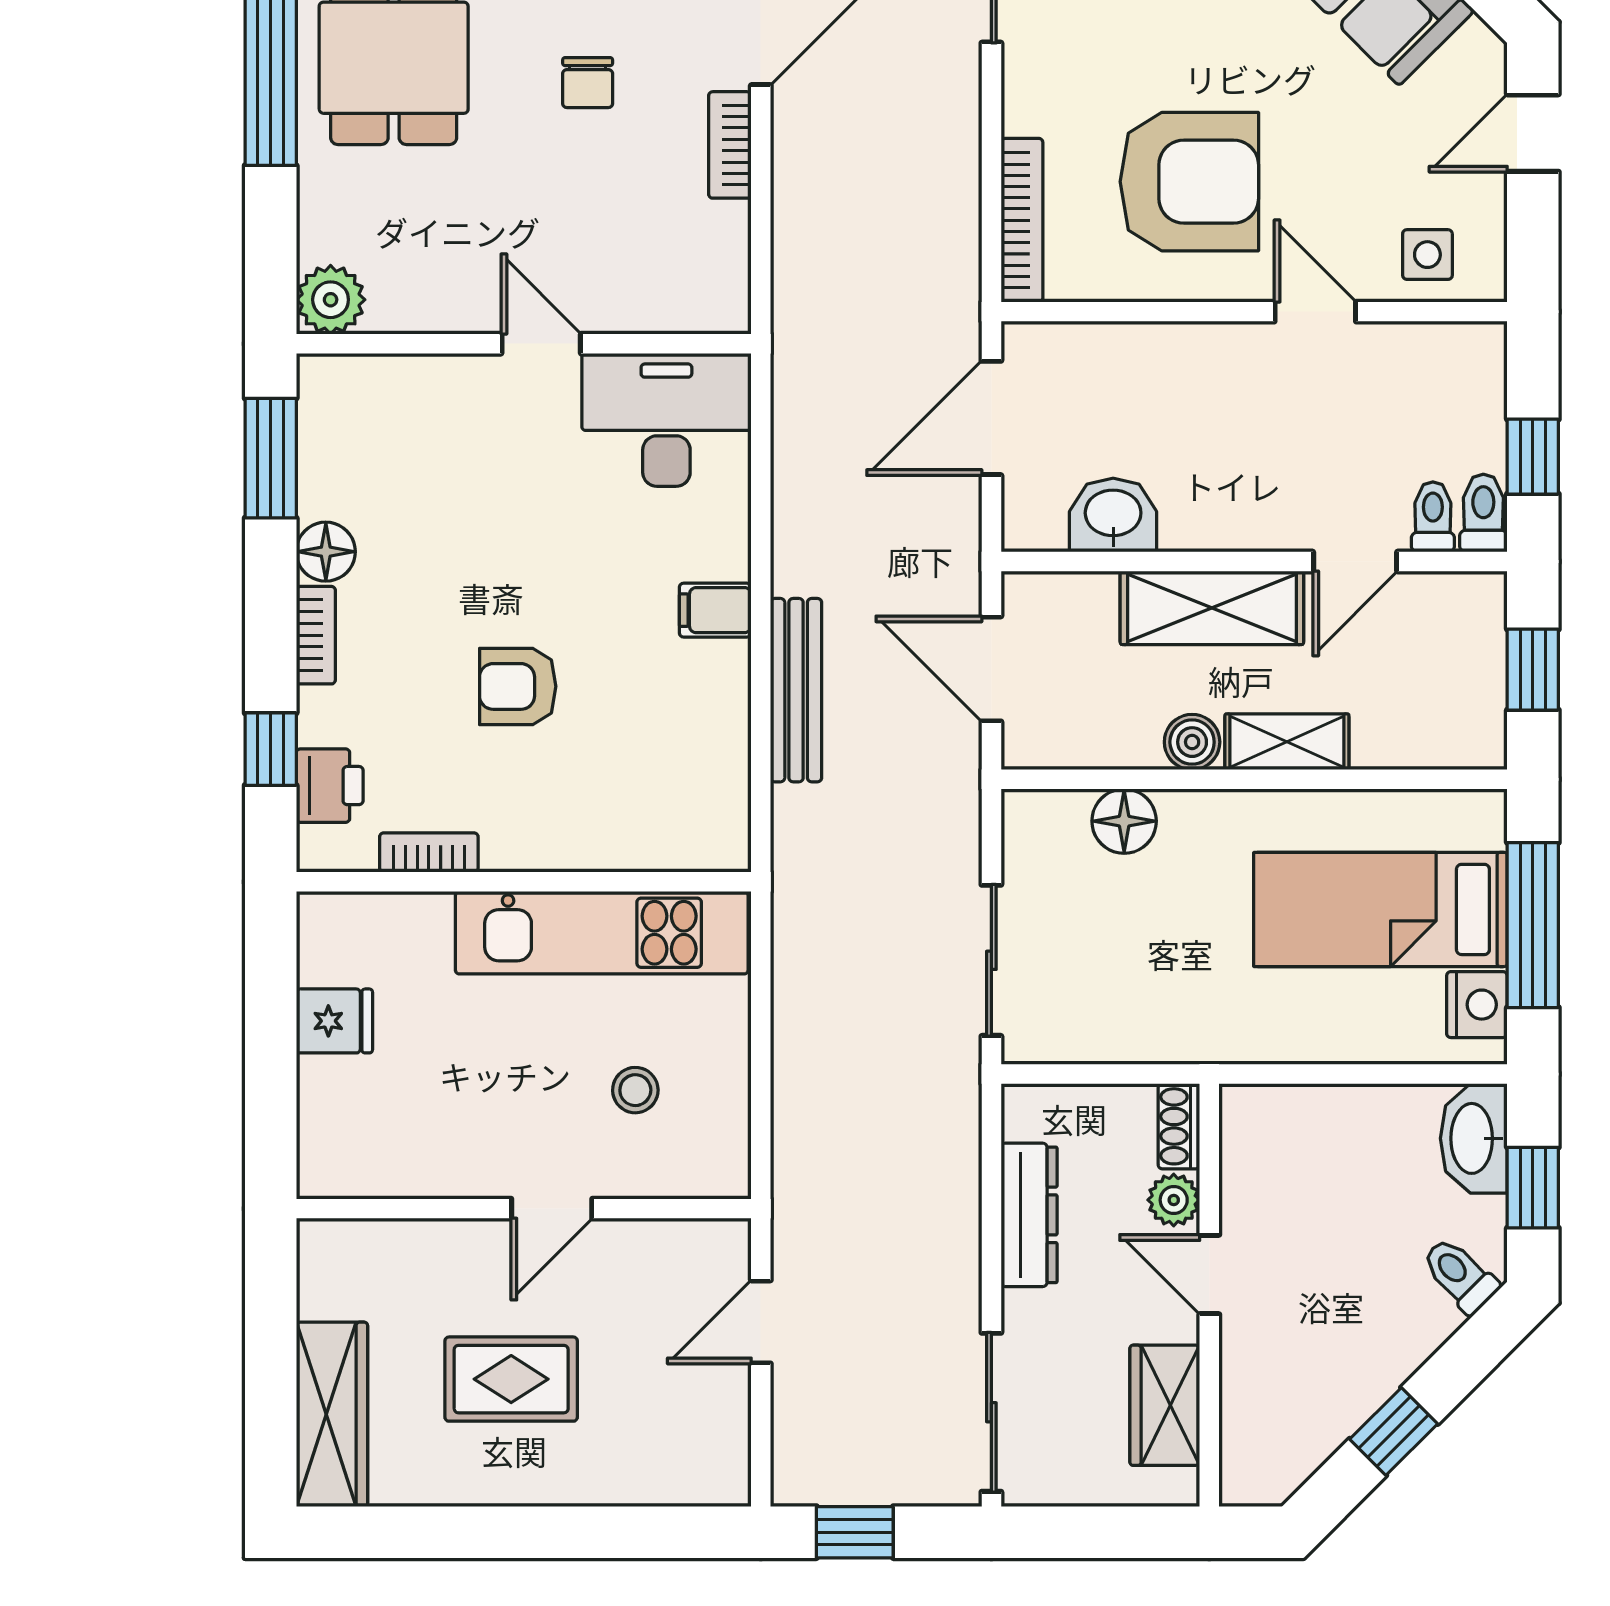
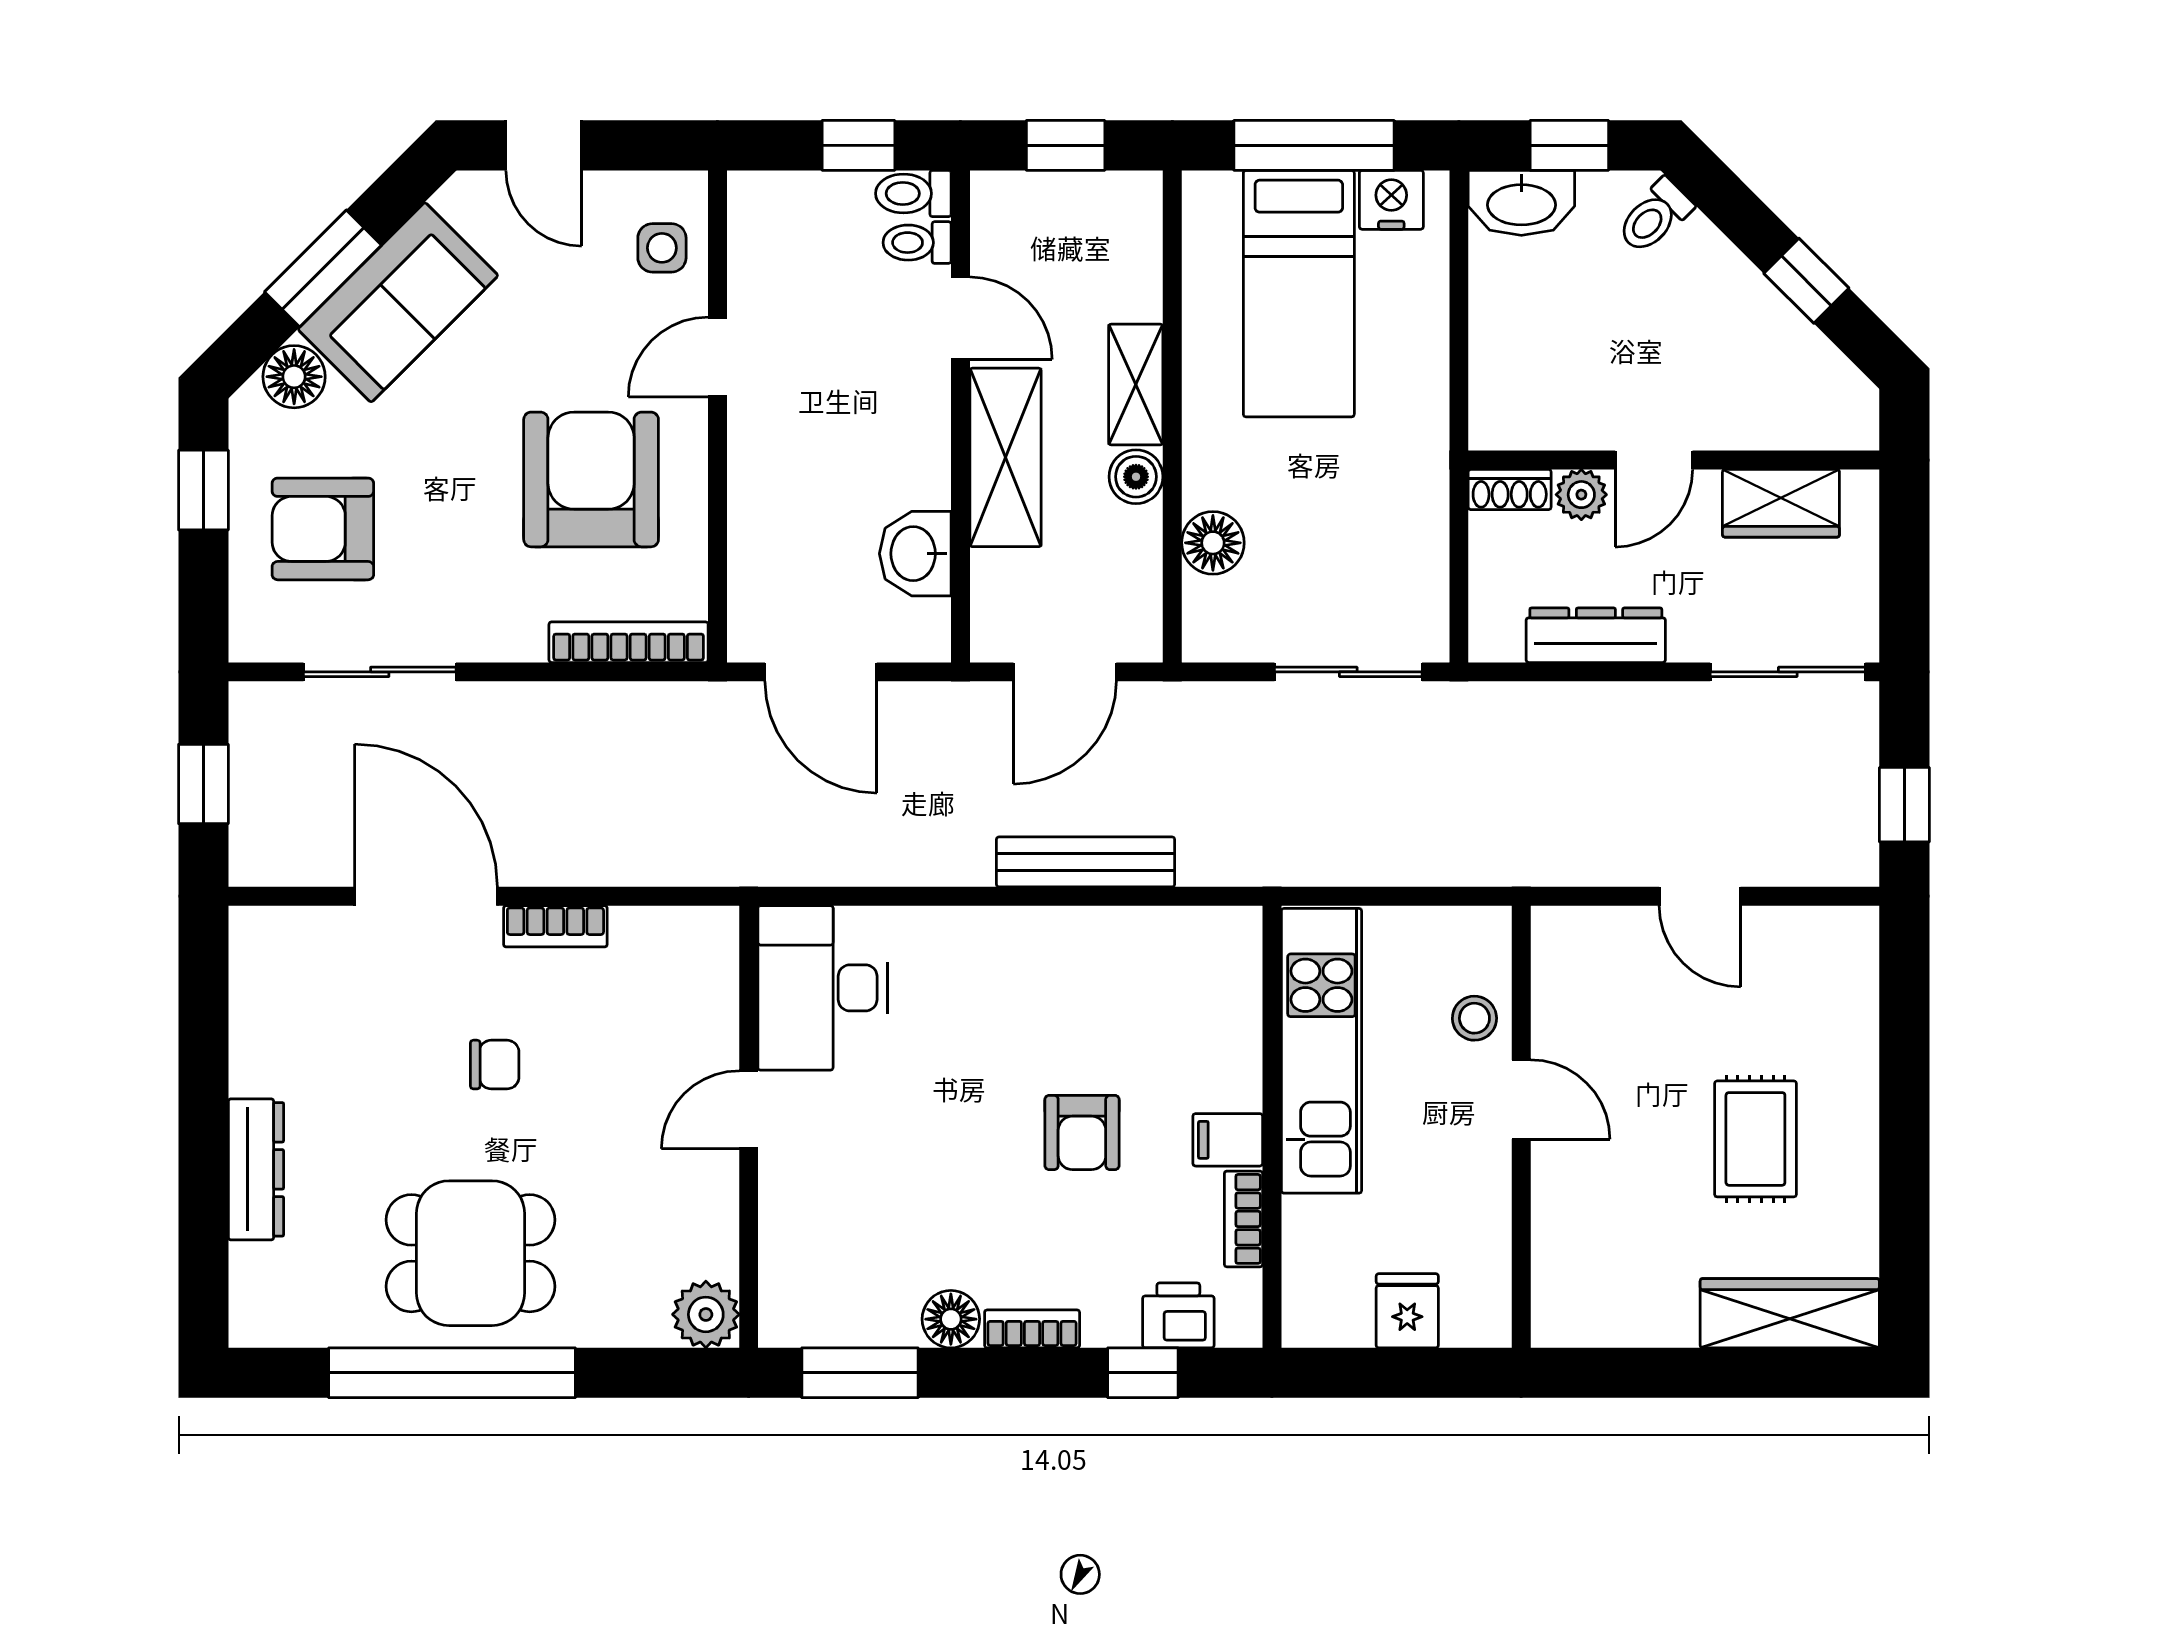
filing cabinet: (715, 610) -> (1228, 1140), moved, turned 90
wall: (524, 1209) -> (1521, 1127), moved
door: (552, 1209) -> (1521, 1099), moved

